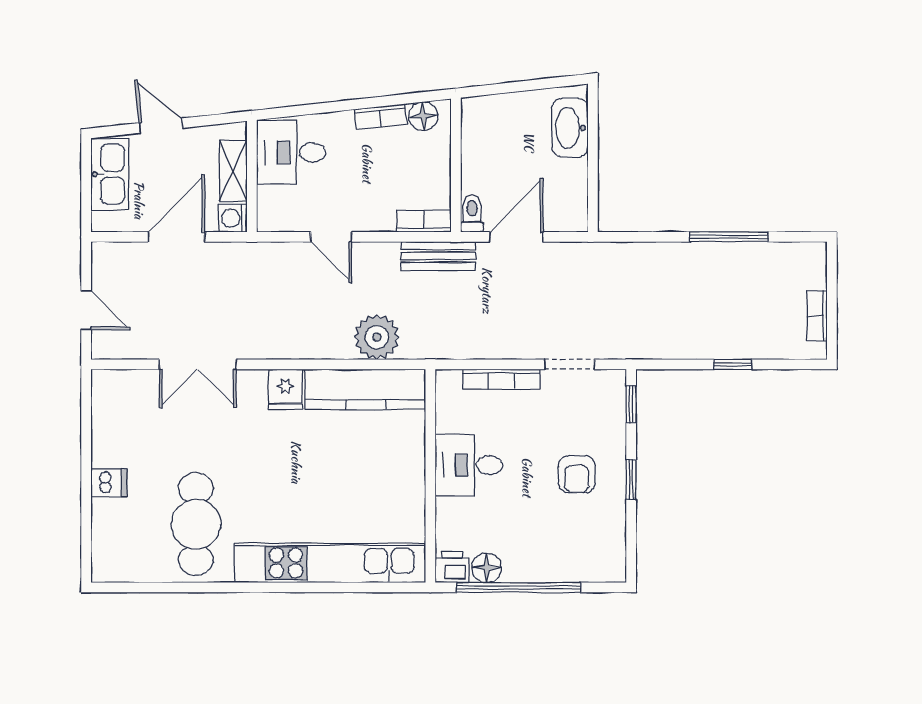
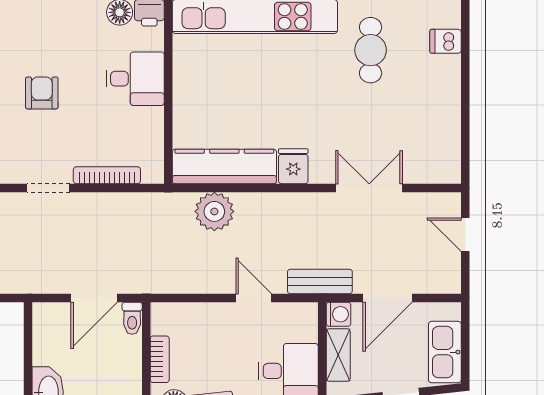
bookcase: (424, 221) -> (160, 359), moved, turned -90
bench: (438, 256) -> (320, 281), moved
desk: (469, 465) -> (135, 79), moved
dishwasher: (109, 483) -> (446, 41), moved
cafe table: (196, 524) -> (371, 50), width x0.73, depth x0.74

